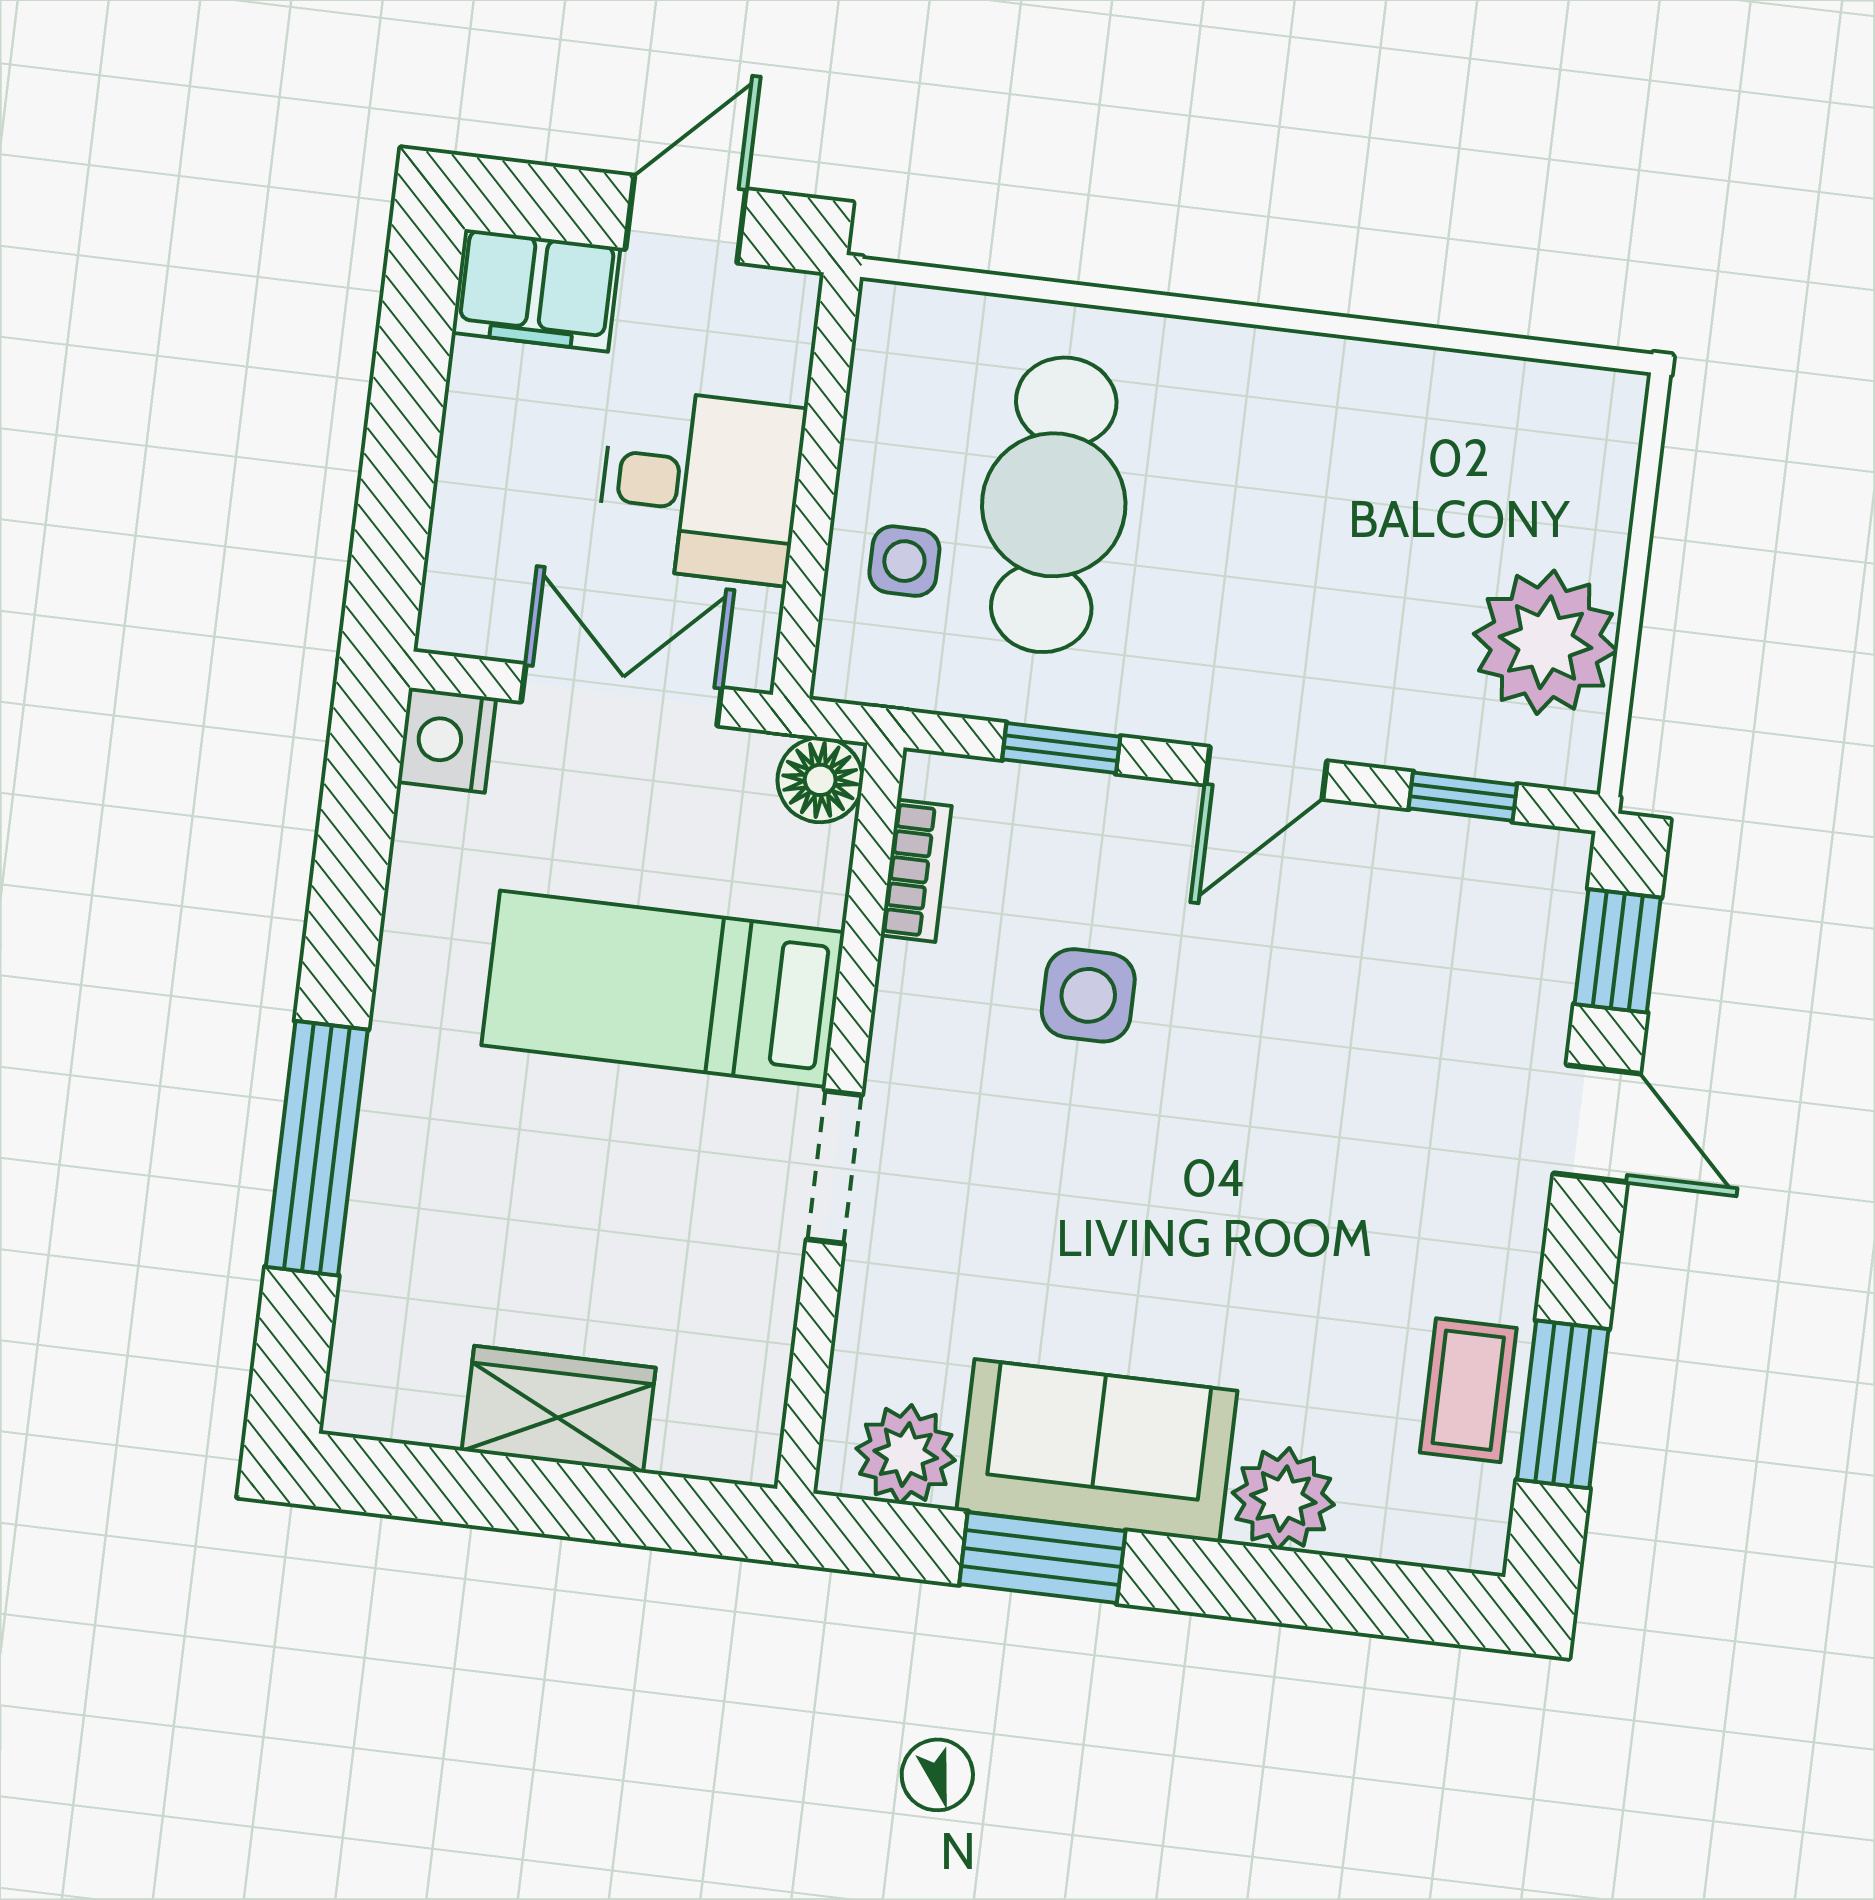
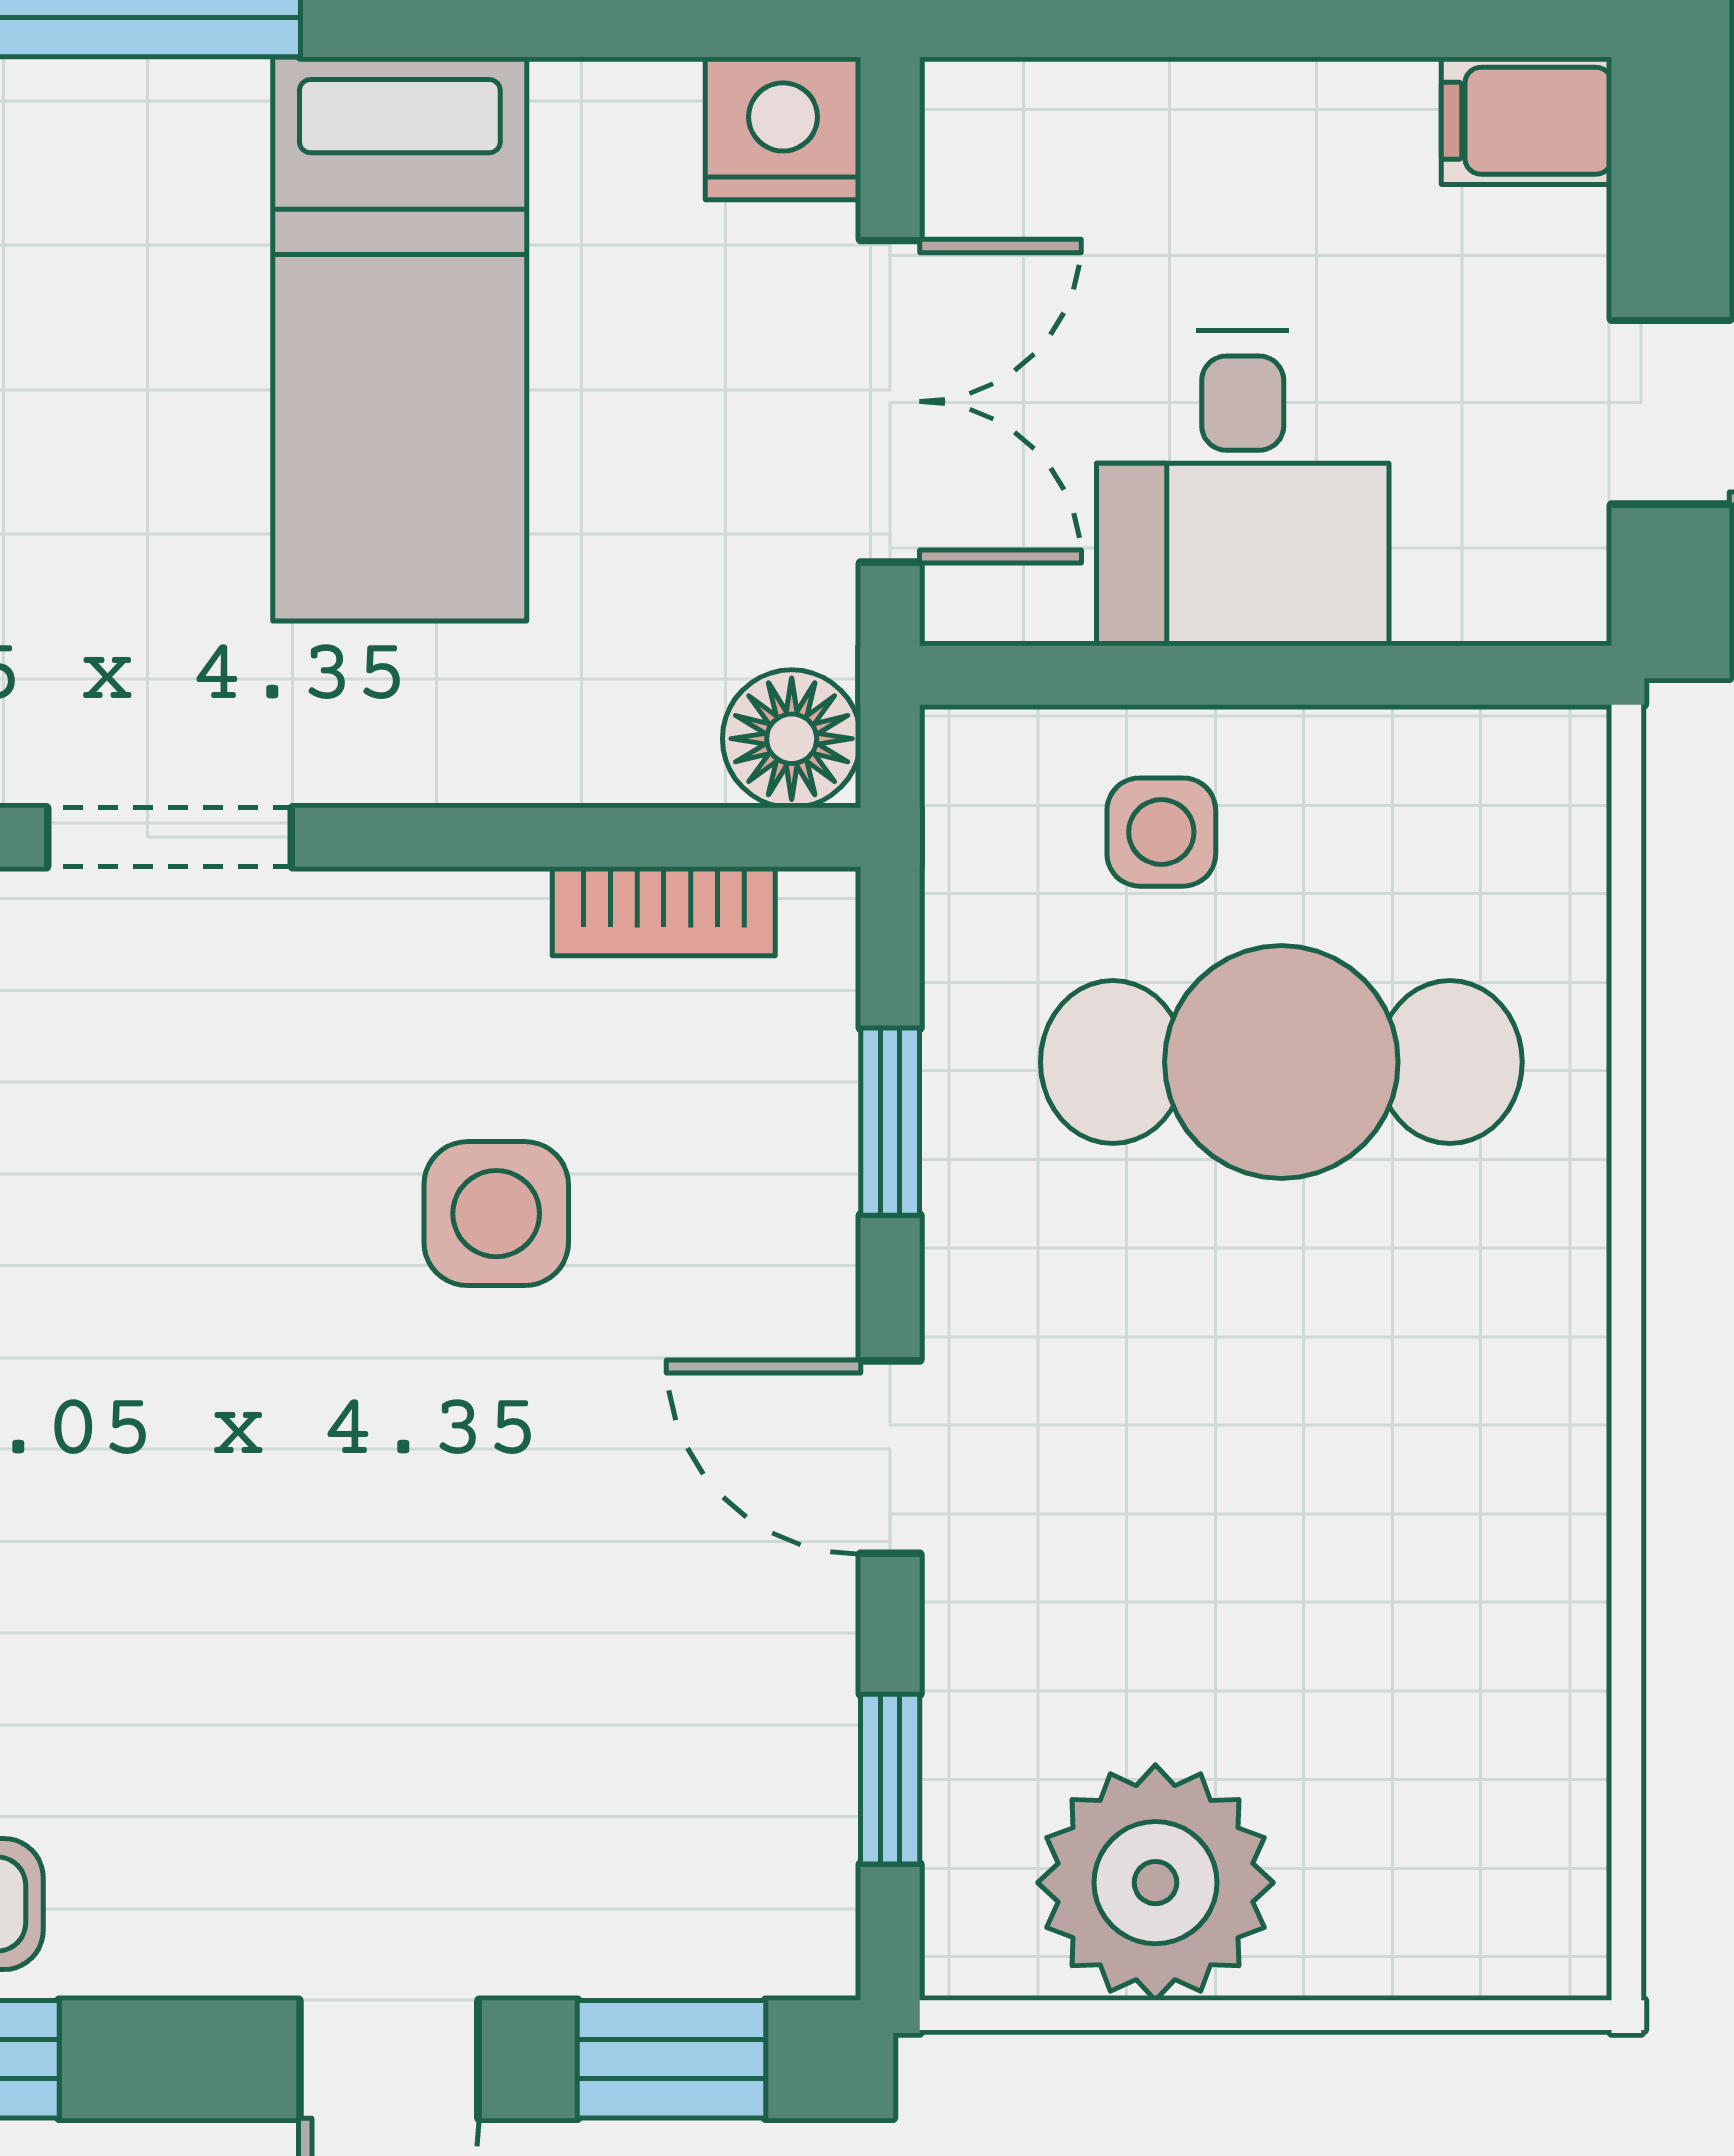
filing cabinet: (536, 290) -> (1526, 121), width x0.50
bed: (663, 989) -> (400, 339), moved, turned 180

